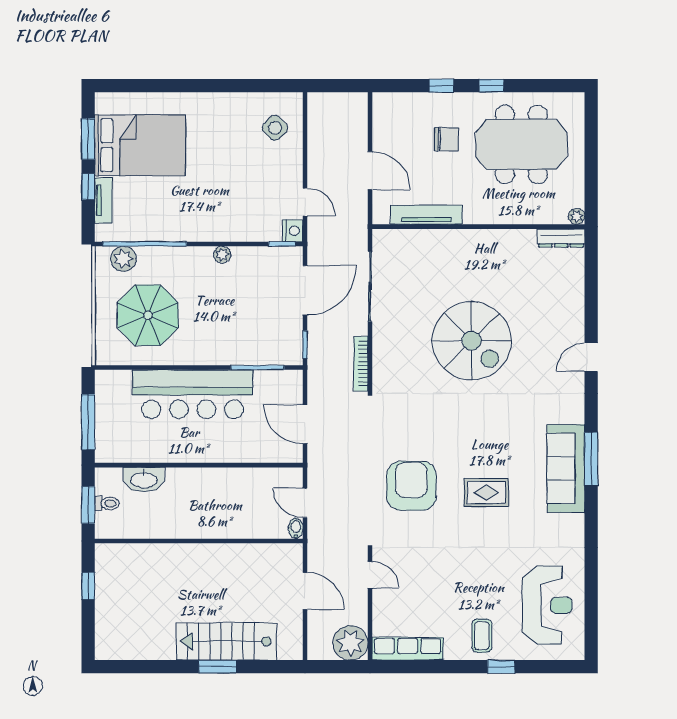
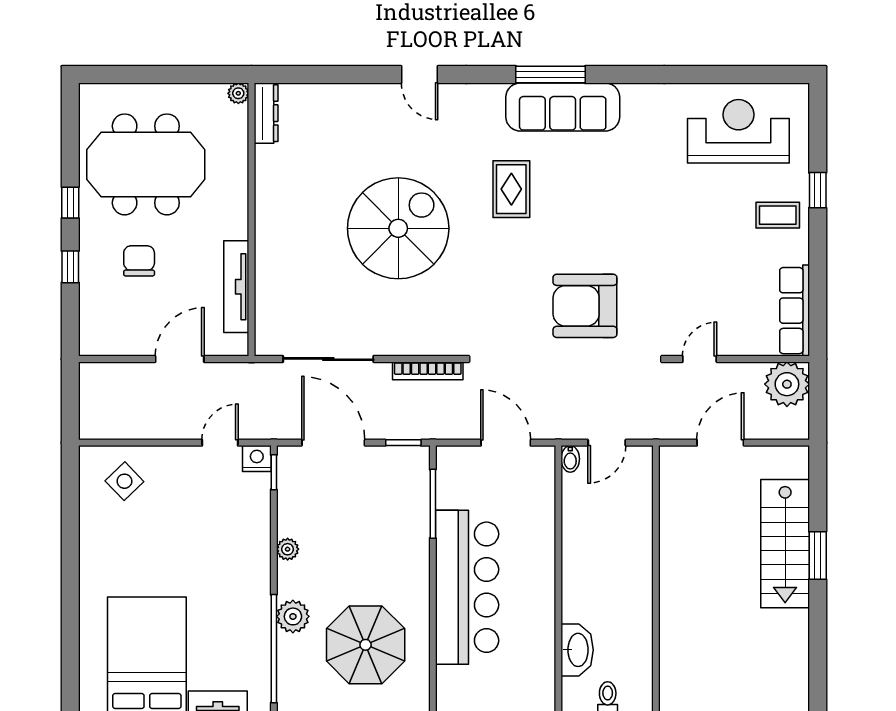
meeting table: (521, 144) -> (146, 164), turned 90
plant: (123, 259) -> (293, 616), moved
door: (305, 424) -> (506, 443), swing flipped
rug: (486, 493) -> (511, 189), moved
bidet: (296, 528) -> (570, 459), moved, turned -90

